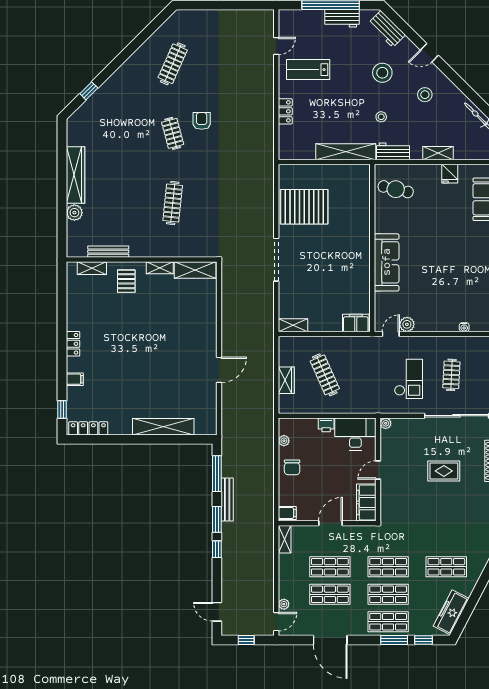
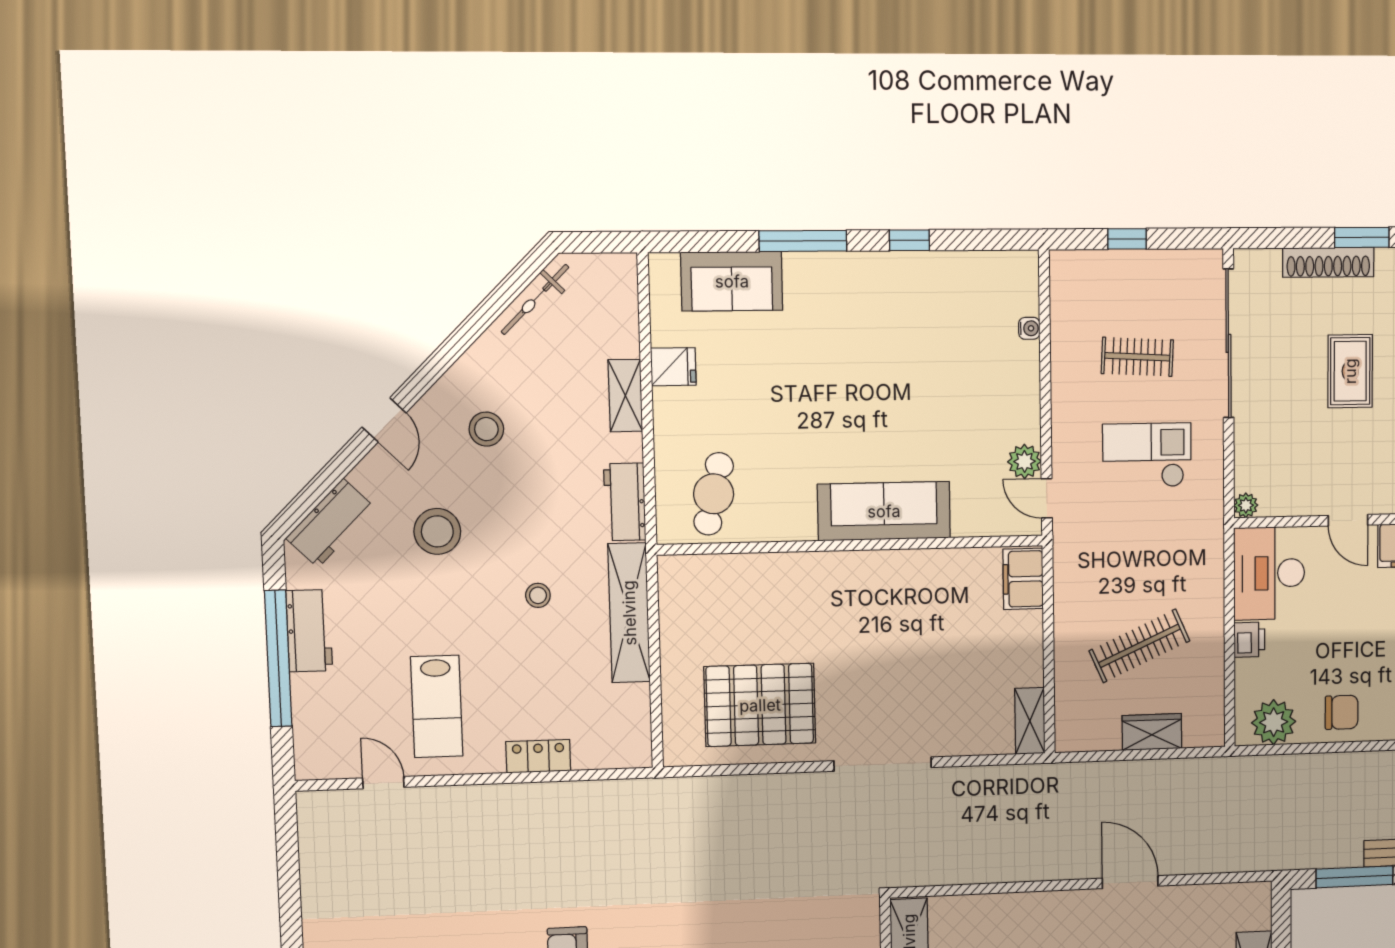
stool: (381, 117) -> (538, 595), moved
pallet: (304, 207) -> (760, 705), turned 90
plant: (284, 441) -> (1274, 722), width x1.87, depth x1.87

